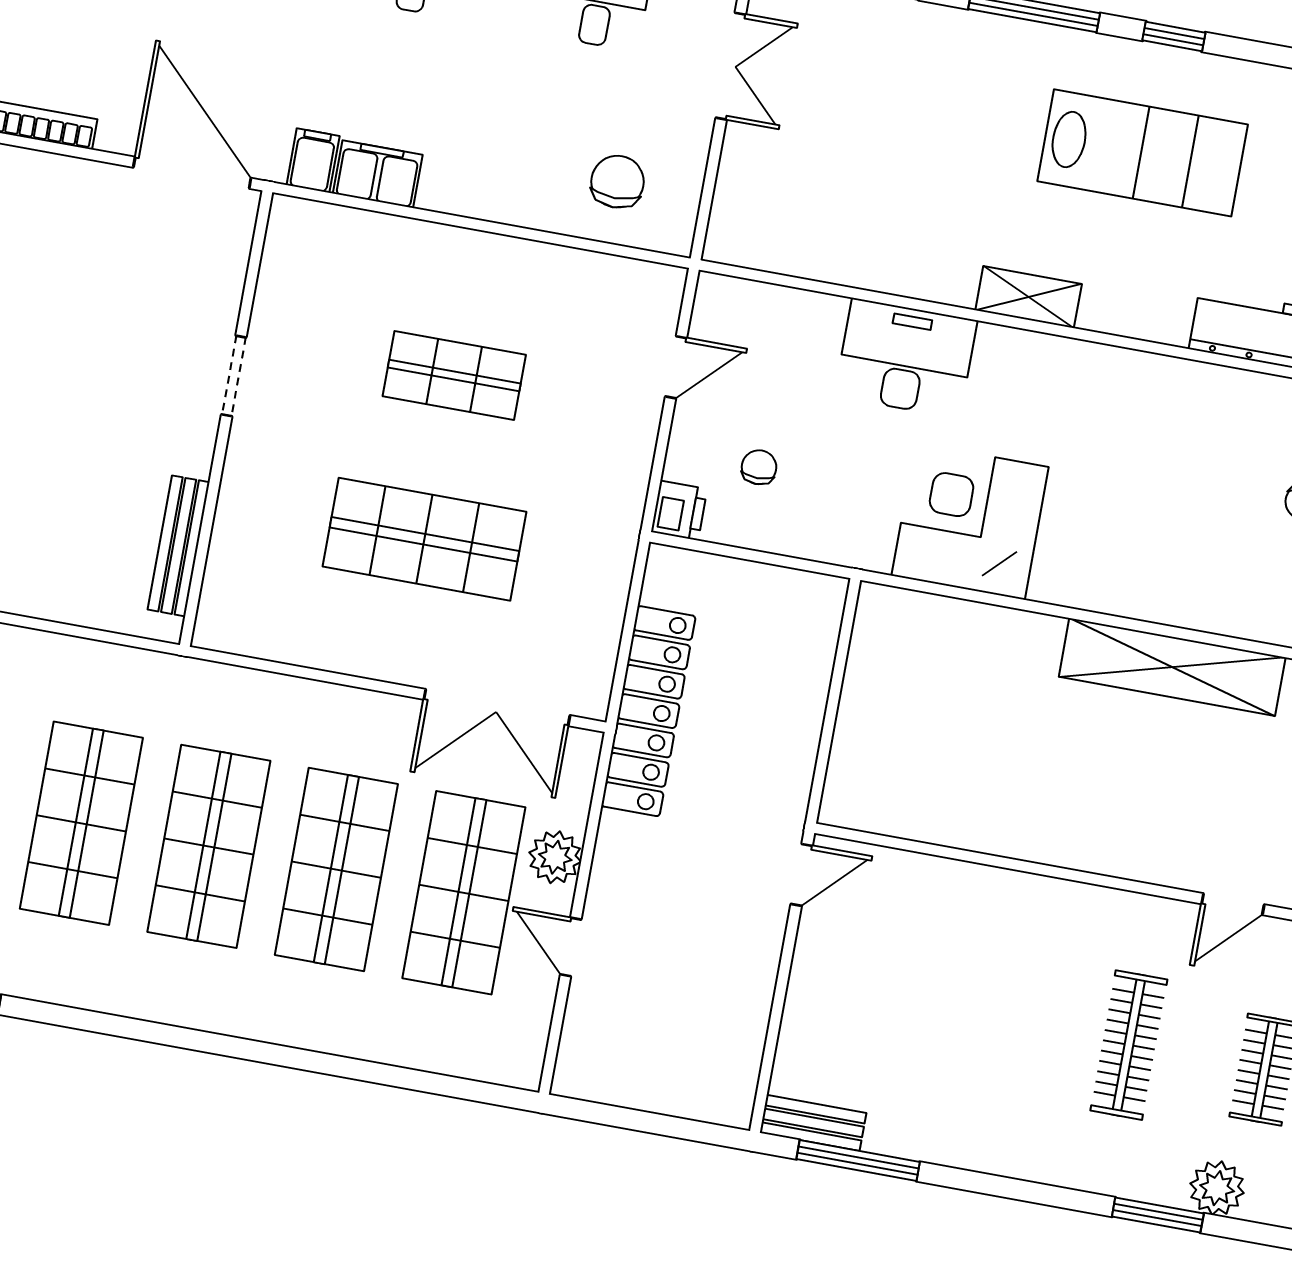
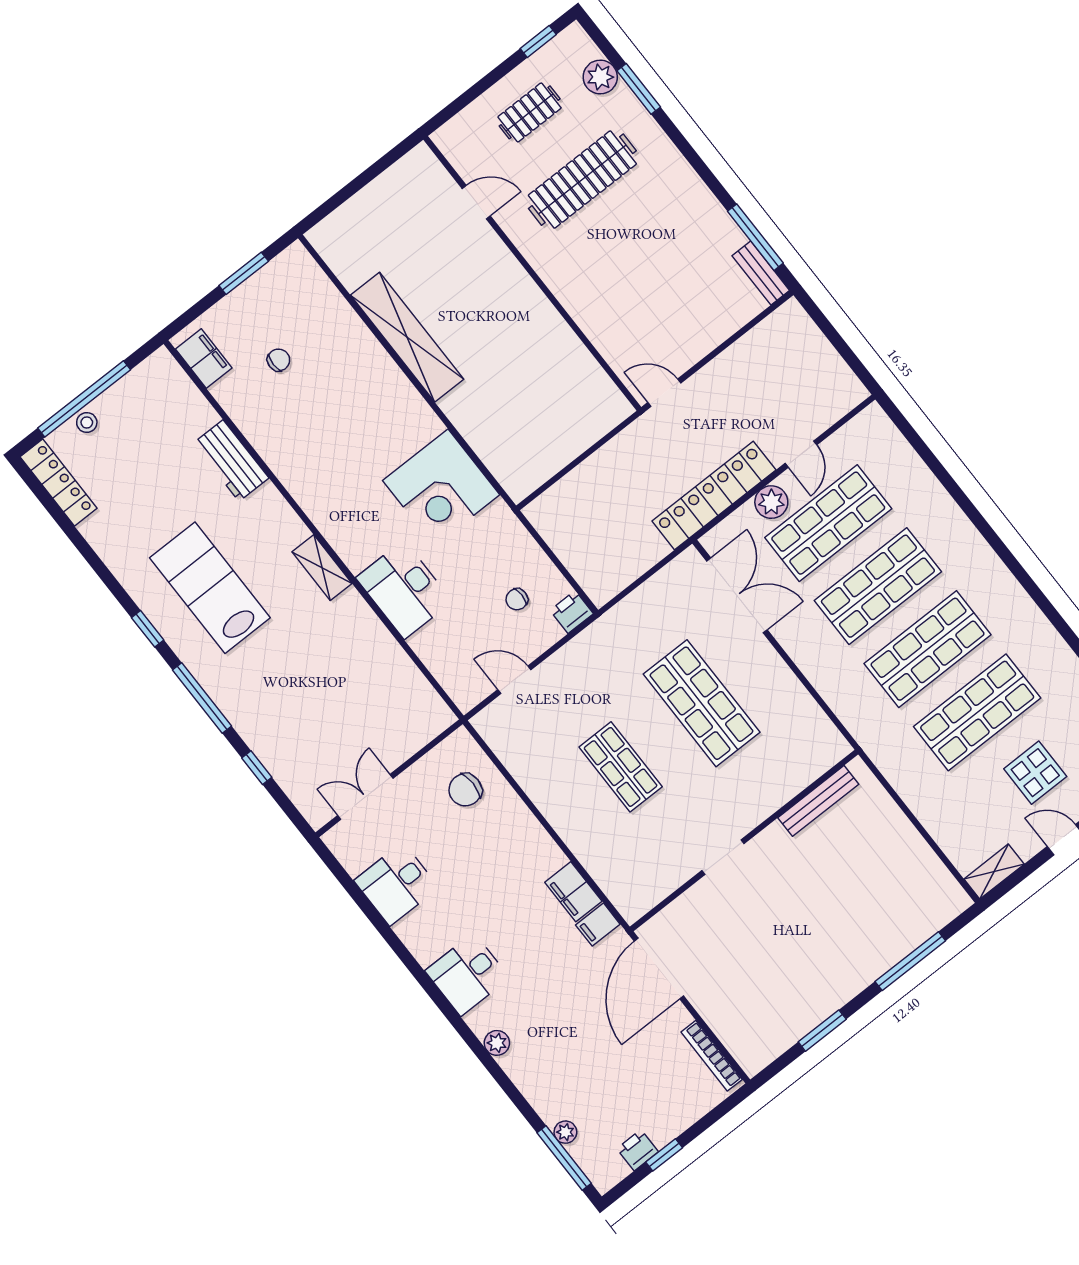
locker: (648, 711) -> (714, 496), moved
clothes rail: (1129, 1045) -> (582, 180), width x1.37, depth x1.31

